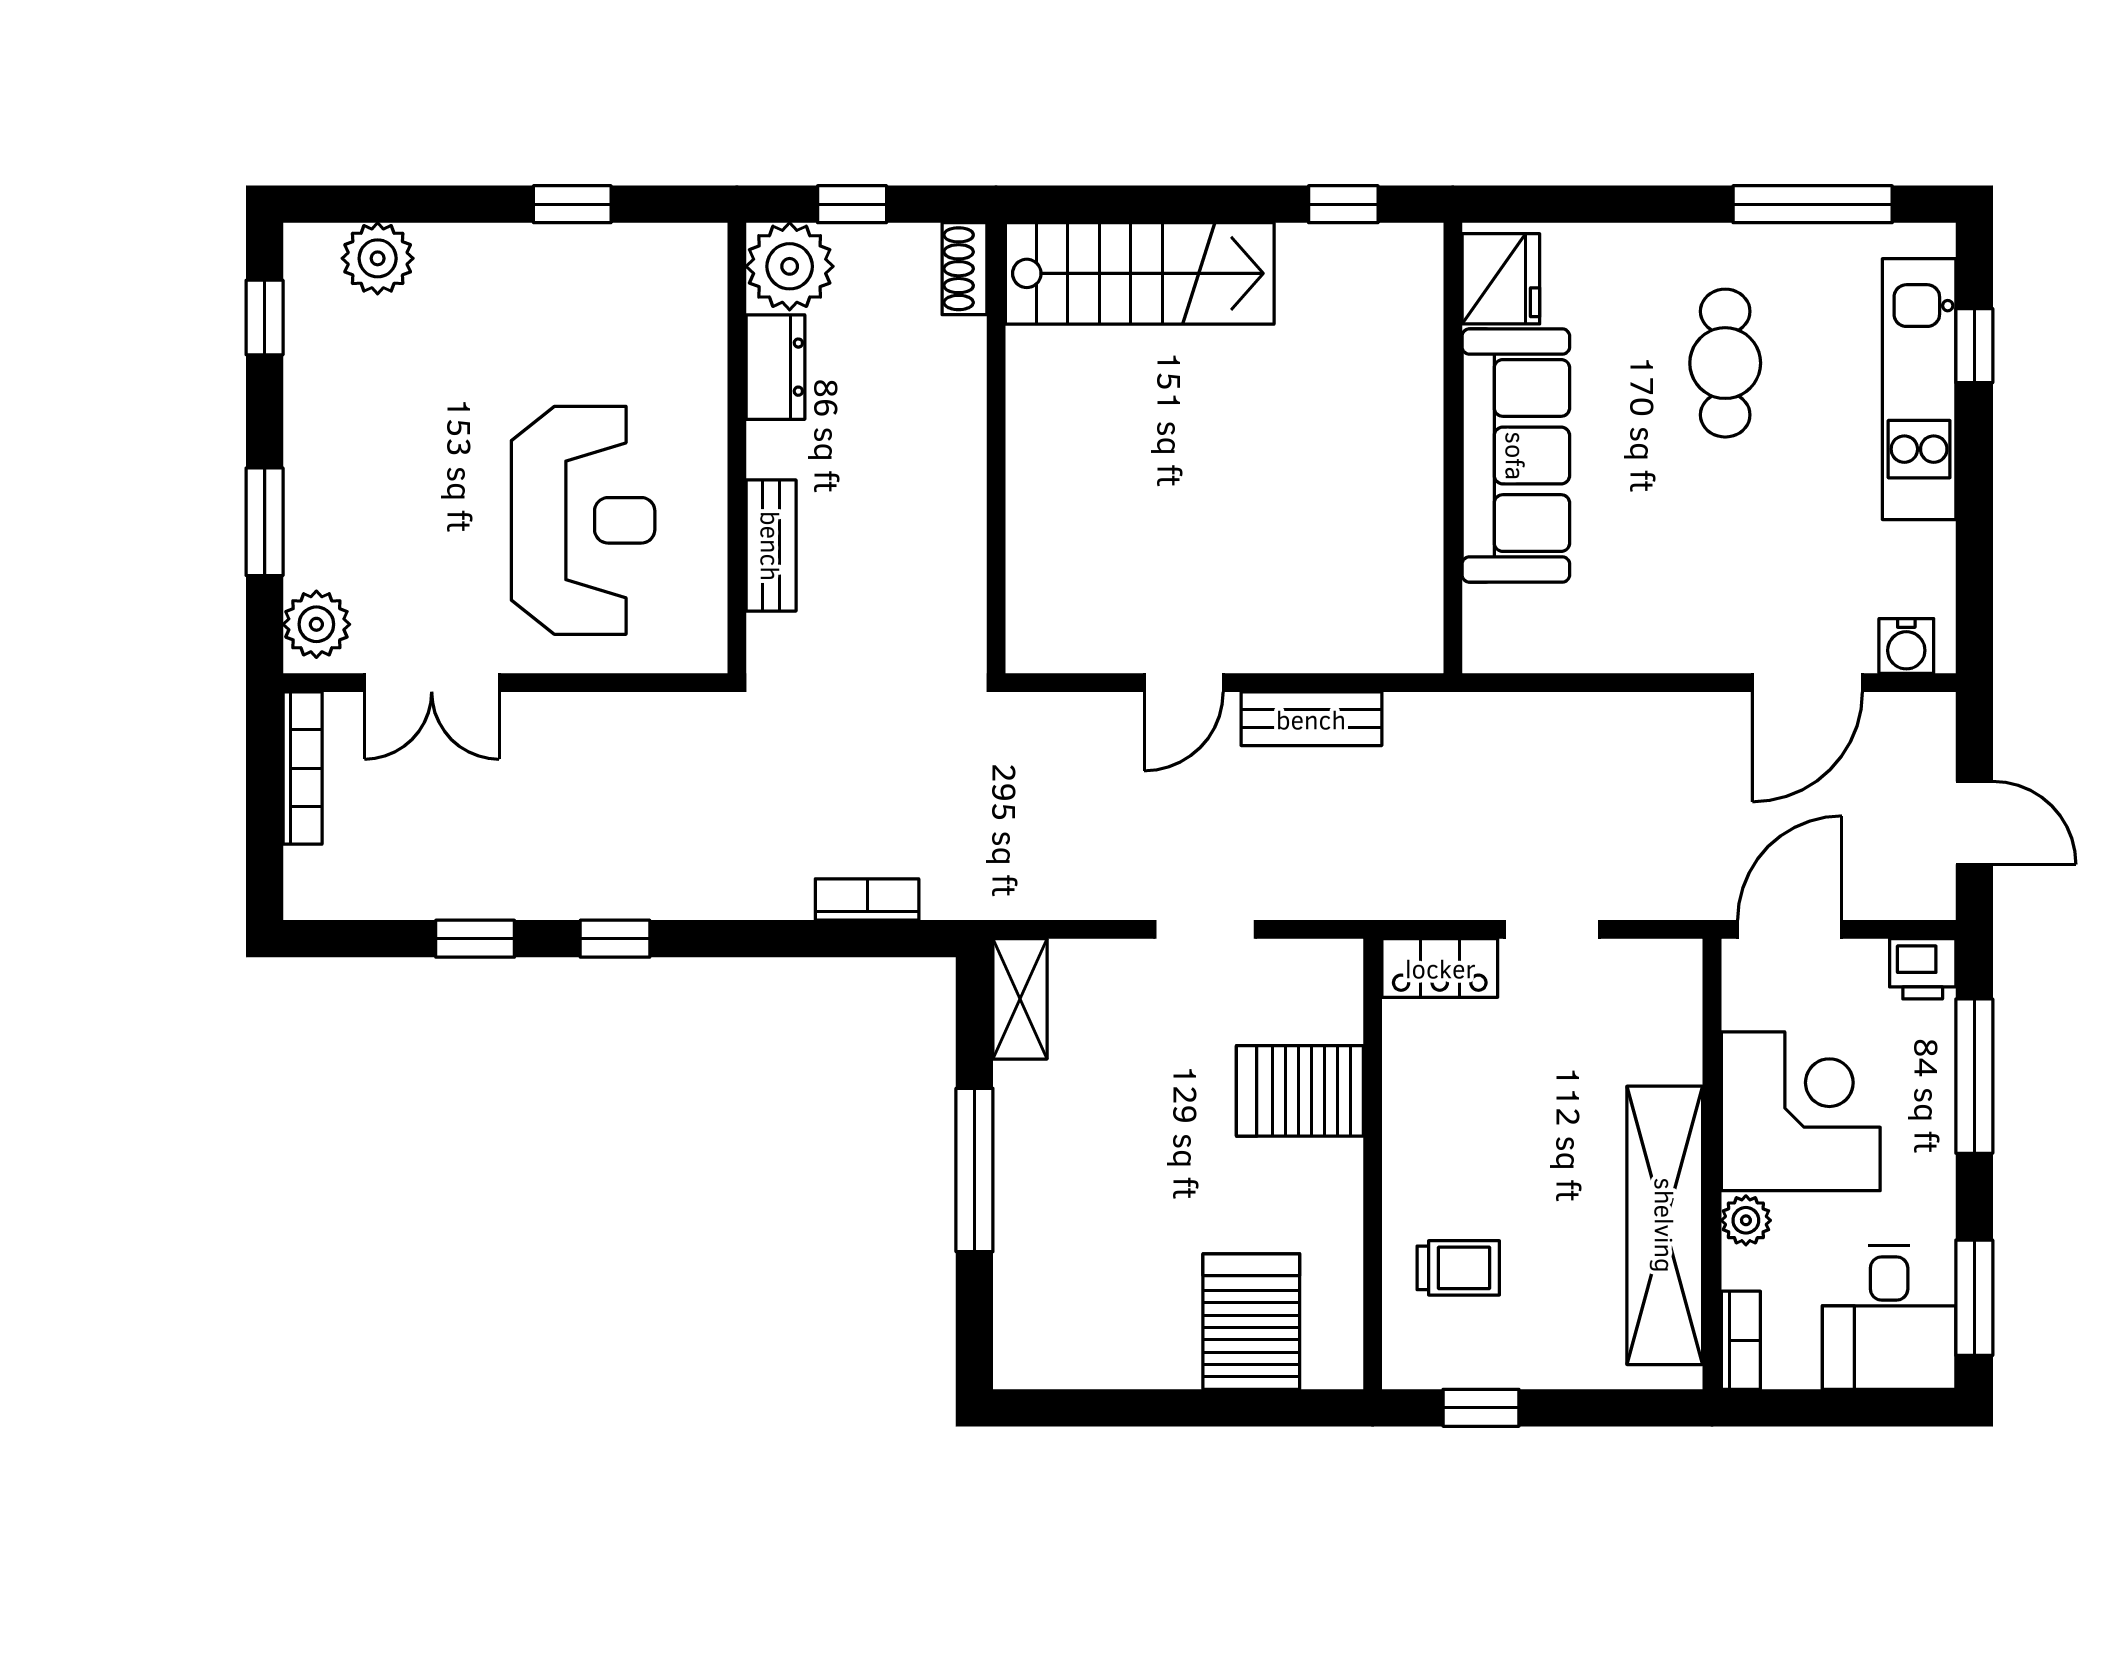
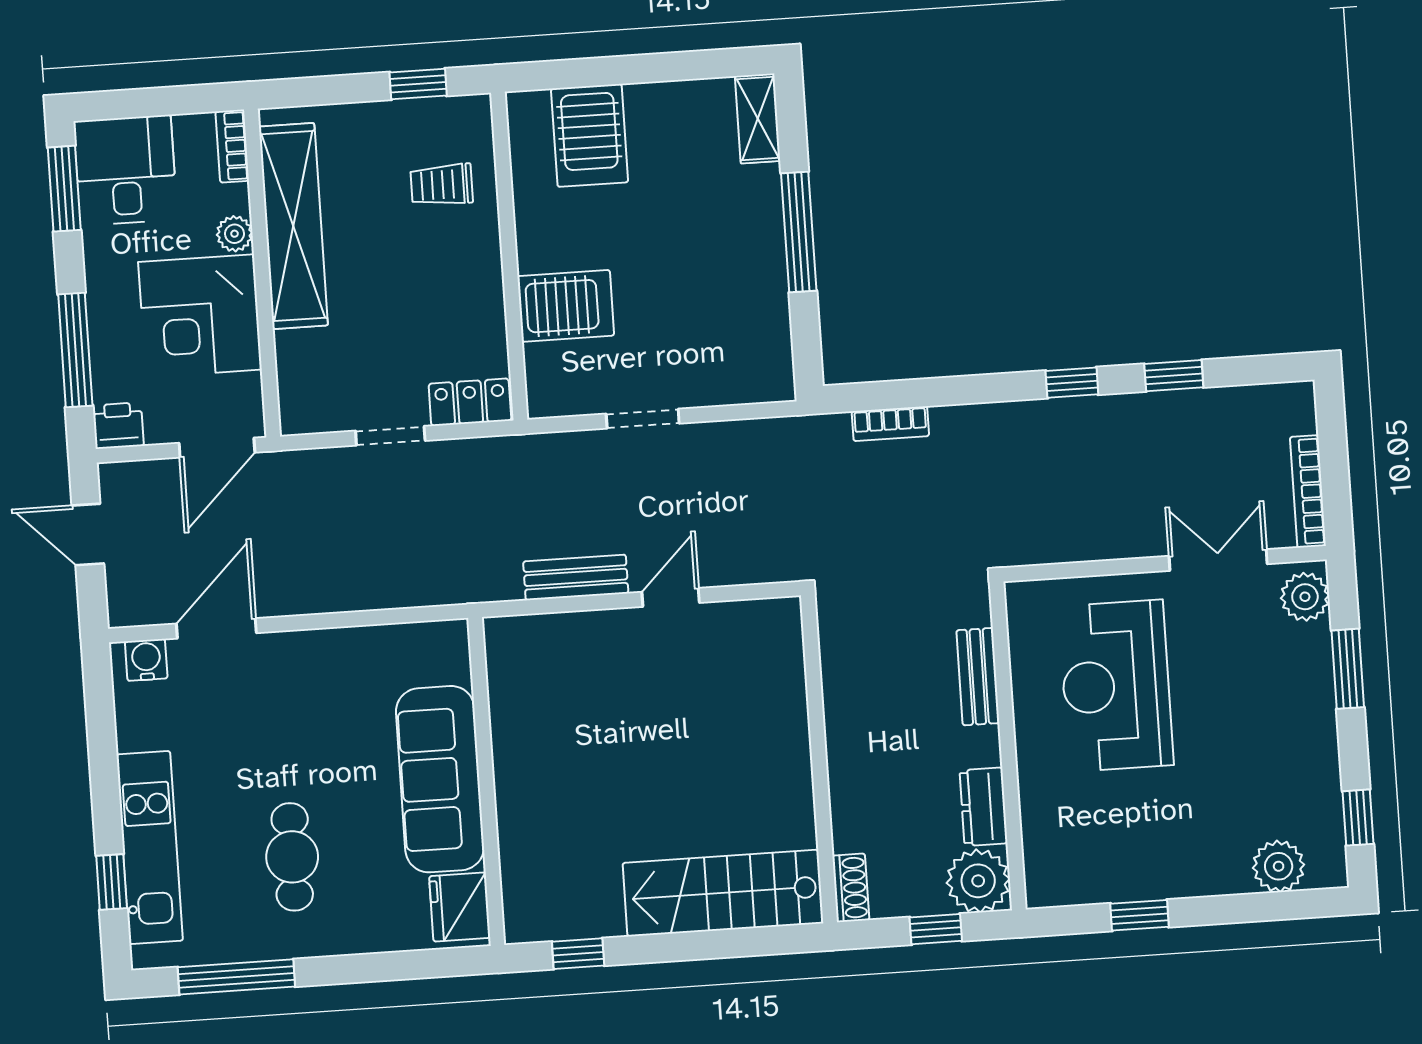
shelving: (1020, 999) -> (758, 118), moved

